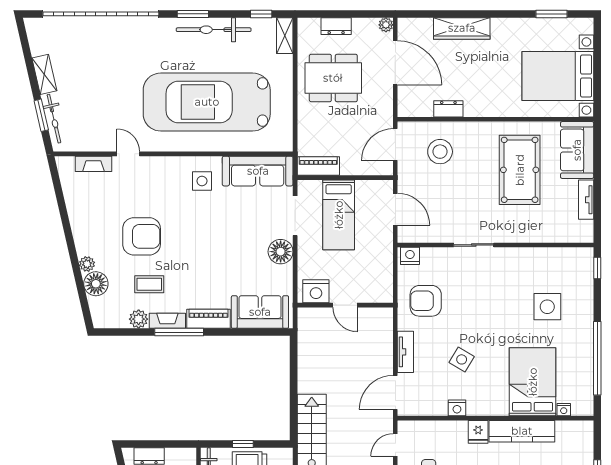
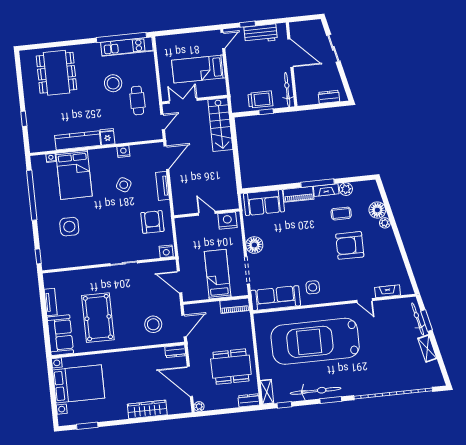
dresser: (336, 26) -> (249, 400), moved
car: (207, 102) -> (315, 341), turned 180
dresser: (448, 109) -> (175, 351), moved
armchair: (426, 301) -> (152, 222), turned -90

